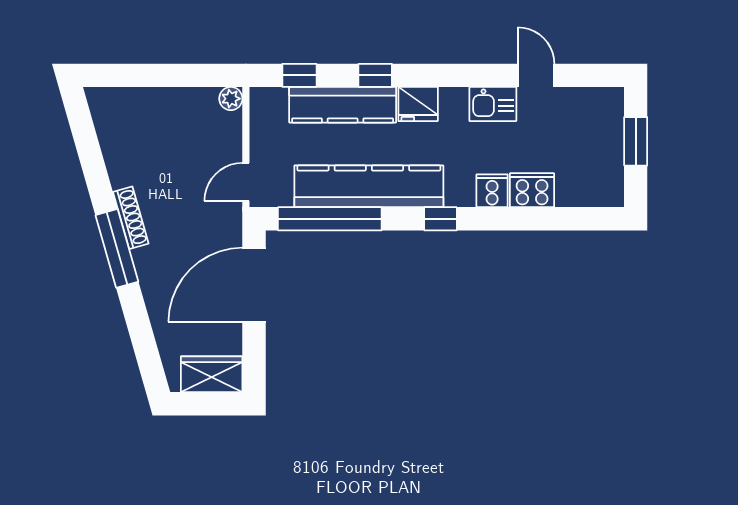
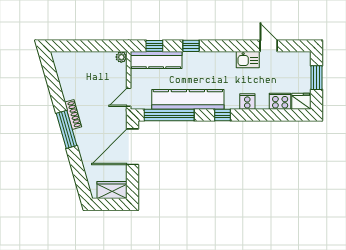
fridge: (418, 104) -> (301, 101), moved, turned 180
kitchen counter: (343, 105) -> (156, 60), moved
cooker: (532, 190) -> (280, 101), moved

